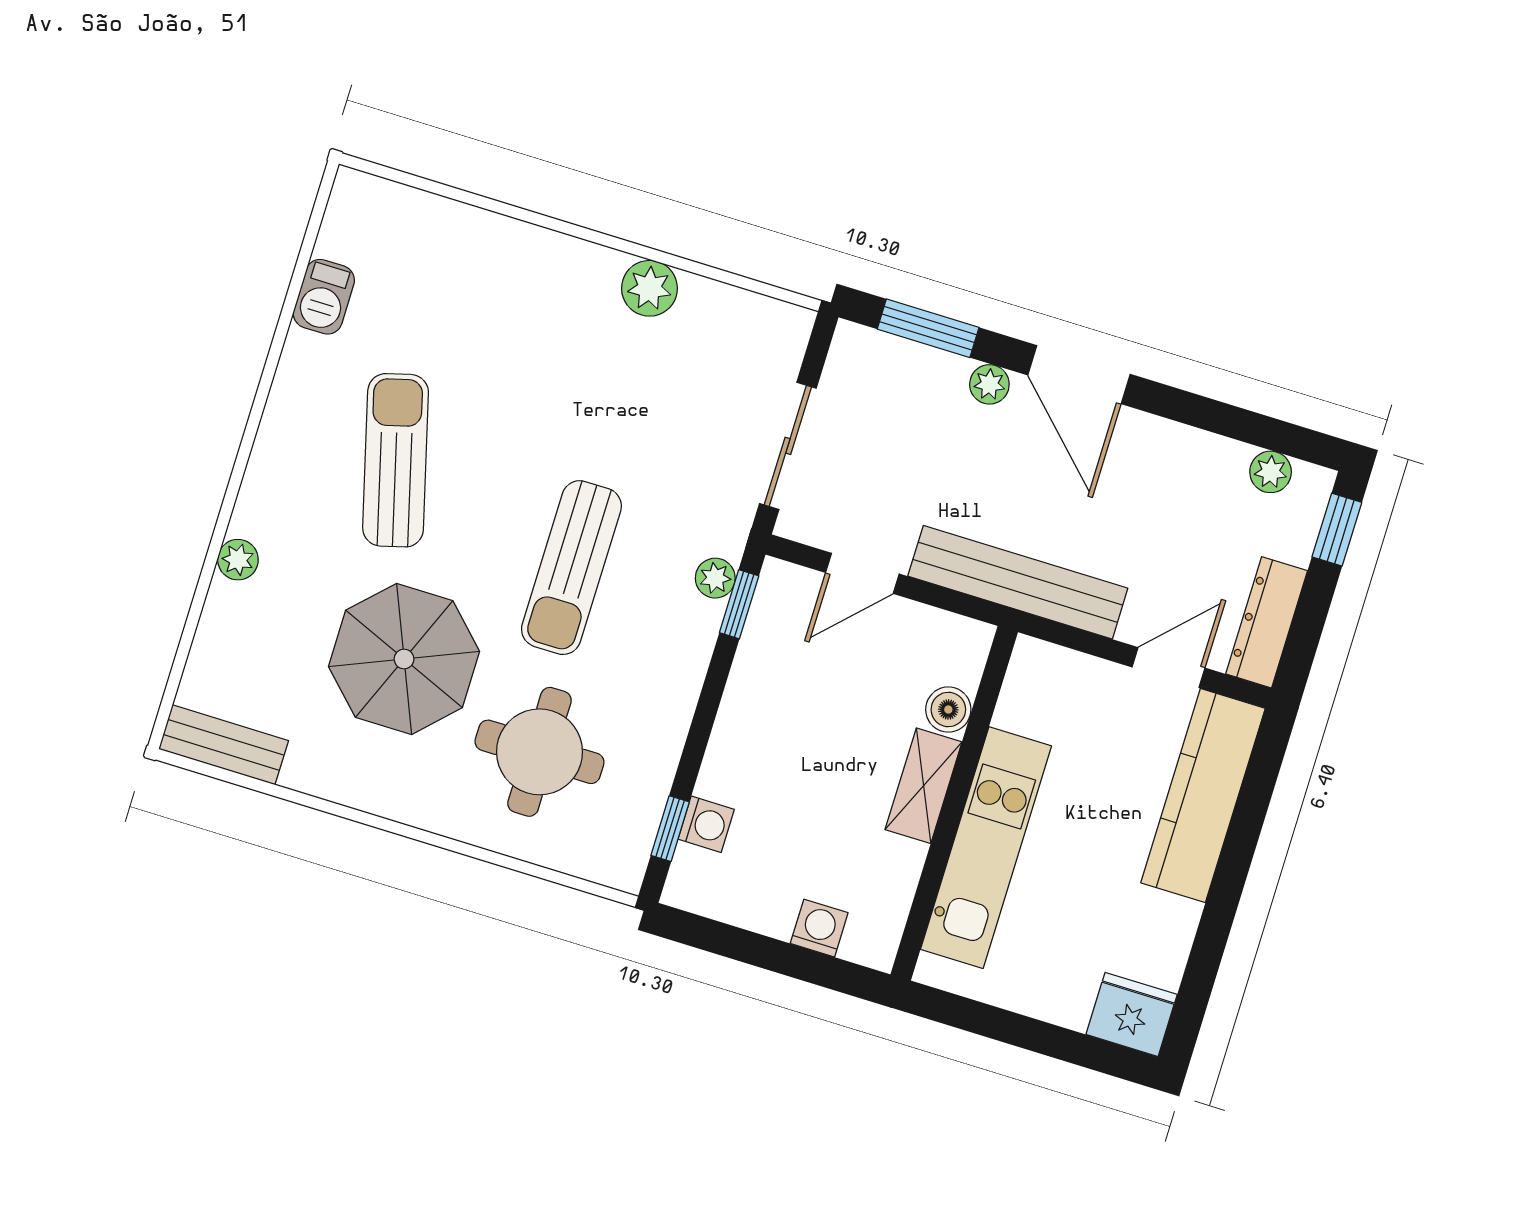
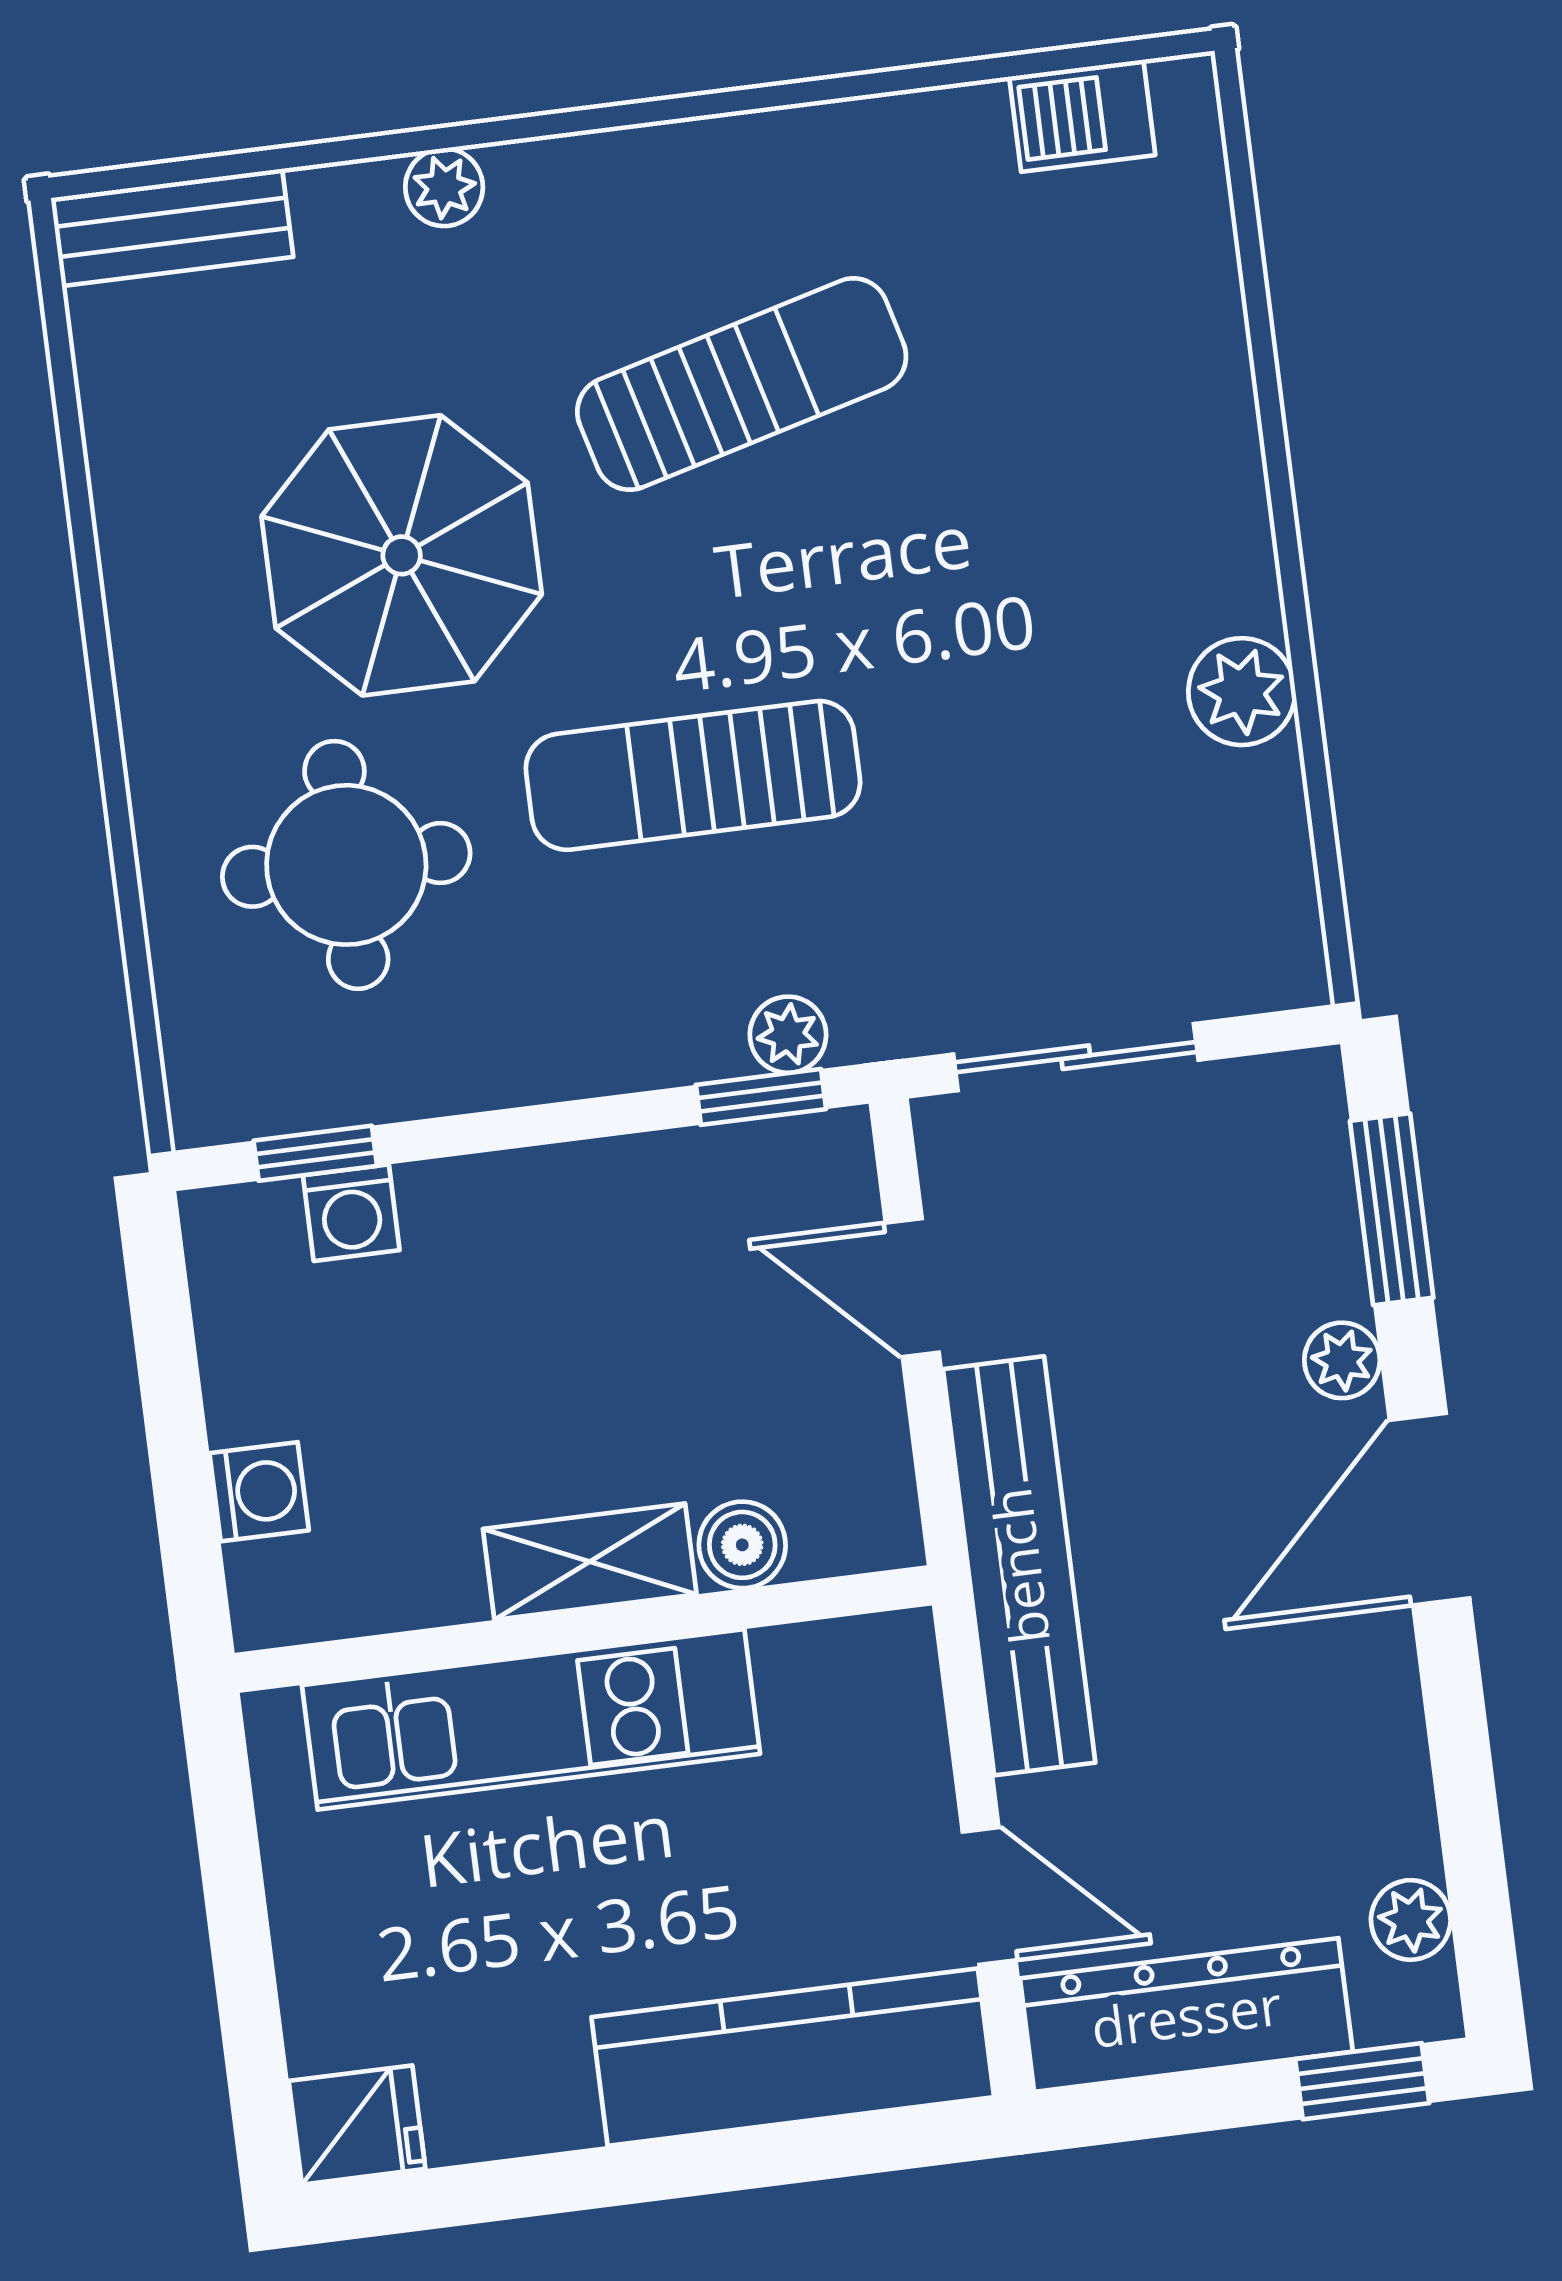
barbecue: (324, 297) -> (1082, 116), moved
dresser: (1267, 622) -> (1186, 2015), width x1.37, depth x1.24
bench: (223, 745) -> (172, 227), moved, turned 90
fridge: (1132, 1014) -> (357, 2125), width x0.72

